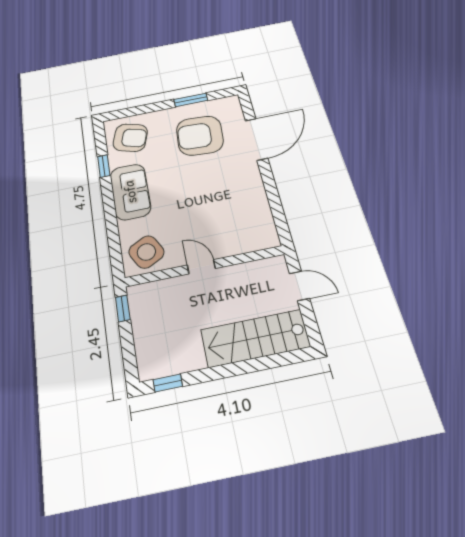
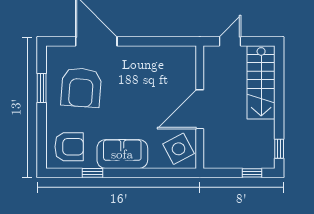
armchair: (130, 138) -> (69, 147), turned 73
door: (201, 267) -> (200, 109), width x1.88
window: (123, 308) -> (252, 173), moved

